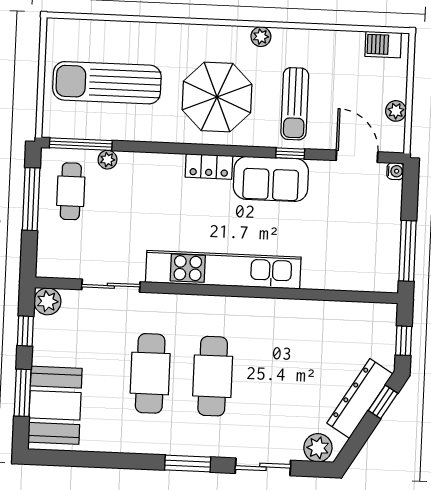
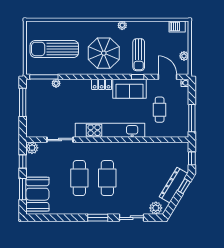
cafe table: (71, 191) -> (160, 110), moved

